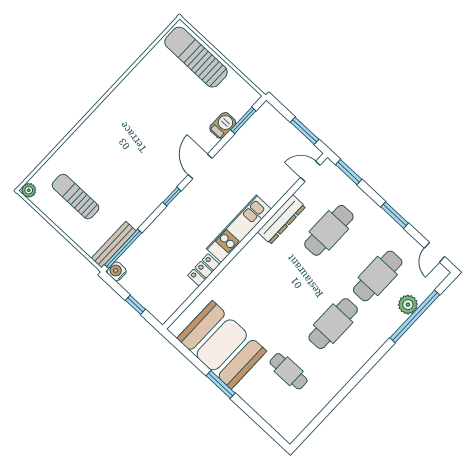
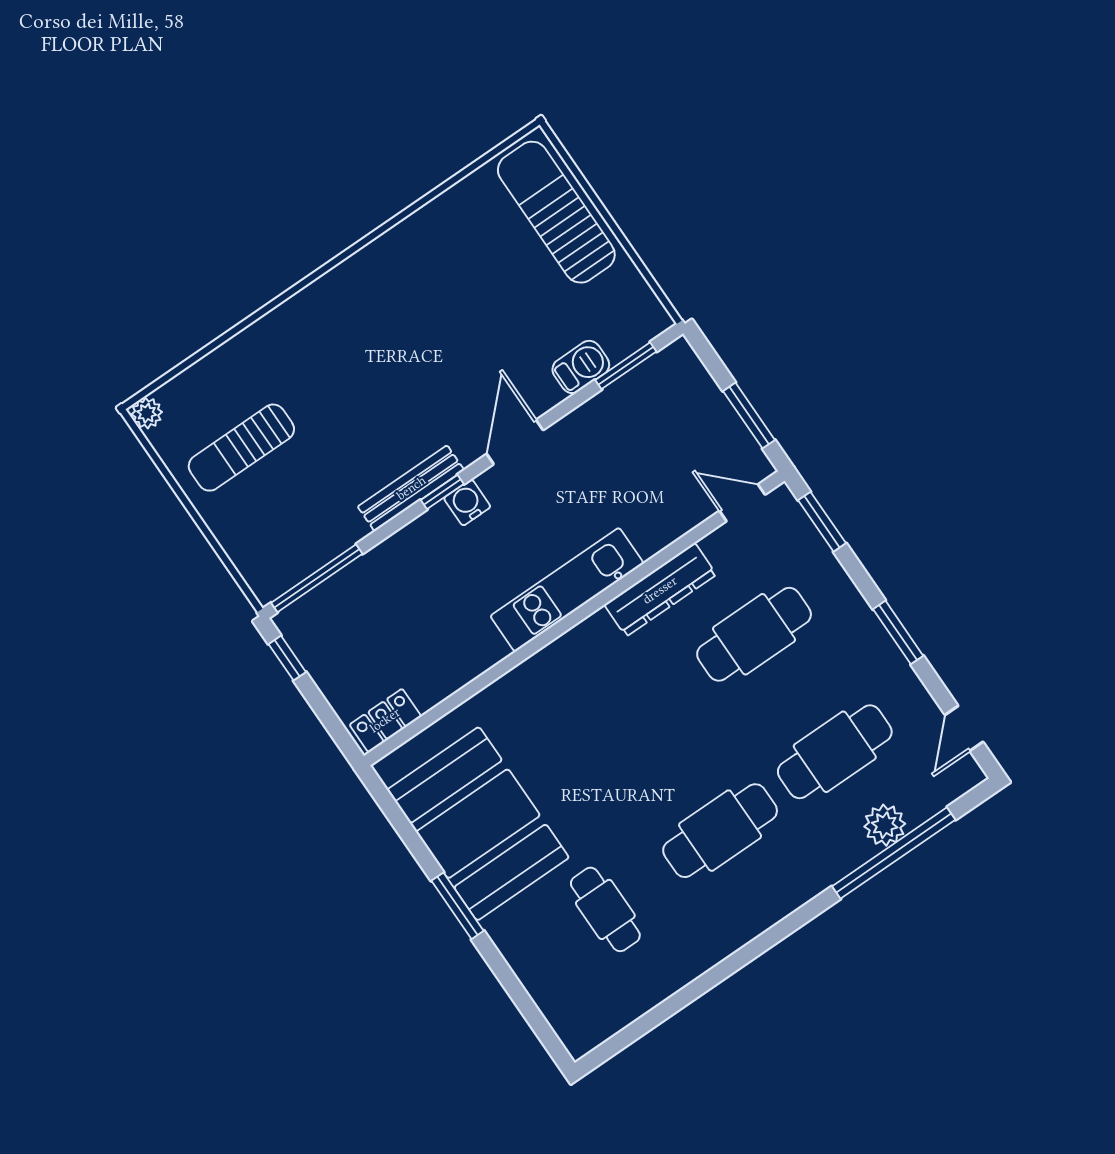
sun lounger: (76, 196) -> (241, 448), turned -90
bench: (114, 245) -> (411, 488), moved
locker: (204, 270) -> (385, 720), moved
water cooler: (117, 271) -> (467, 503), moved
window: (135, 305) -> (287, 658), moved

